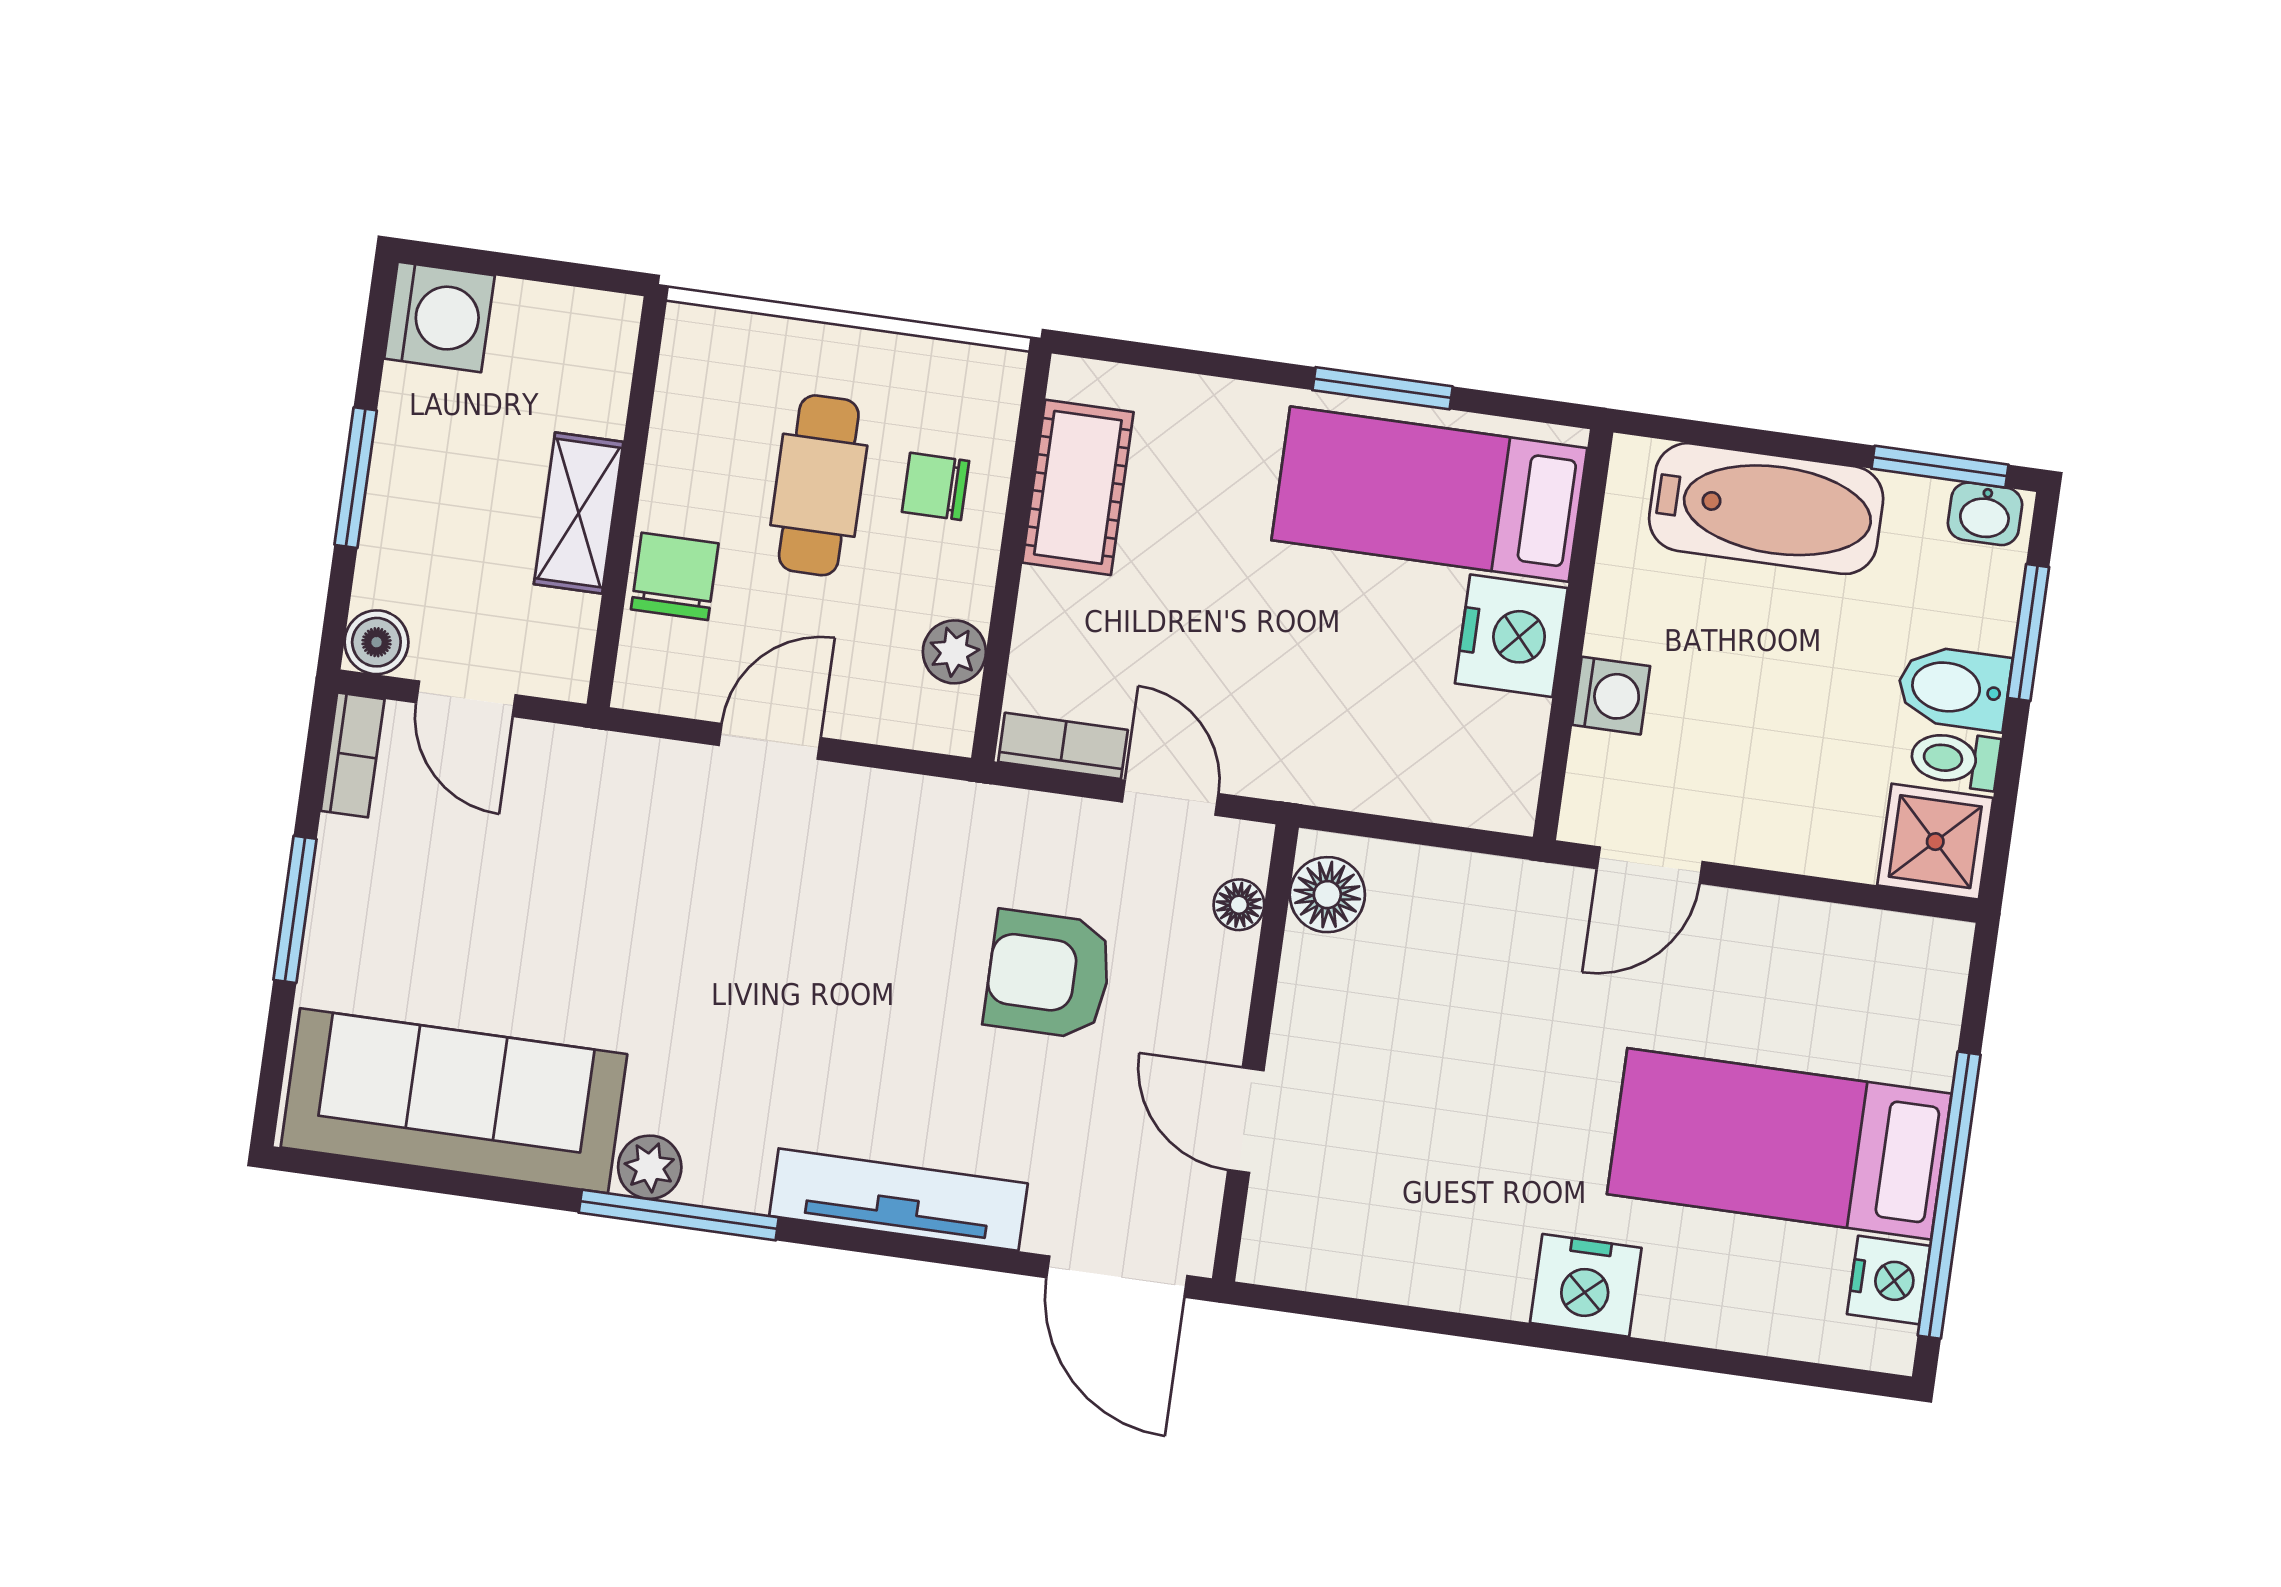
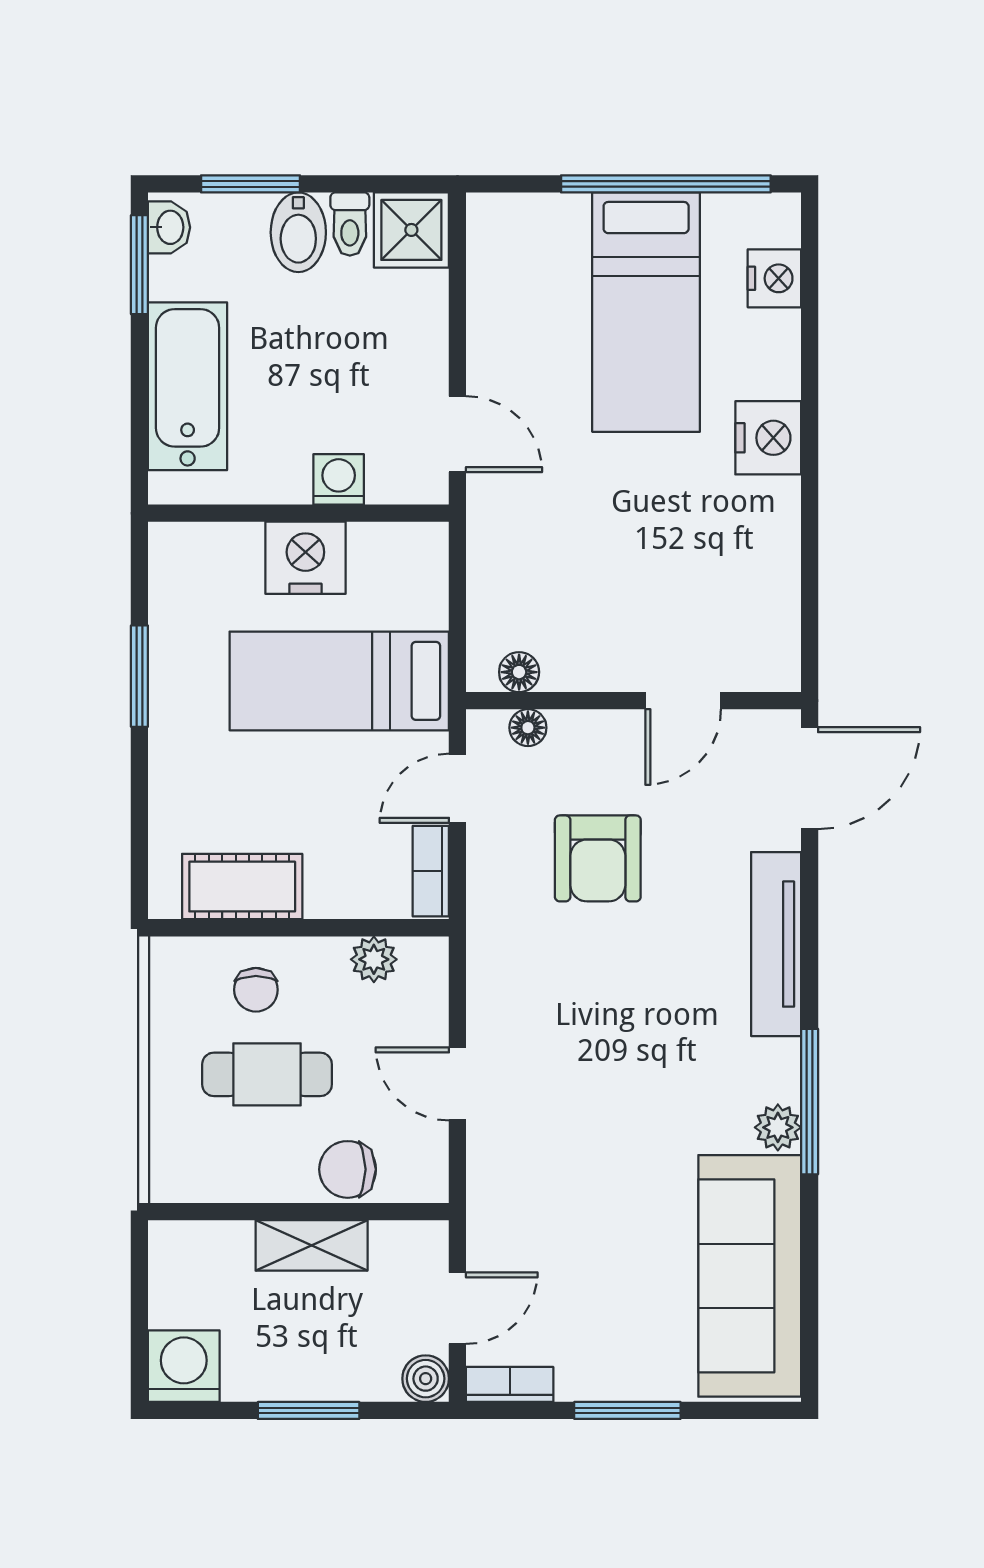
bed: (1429, 494) -> (339, 681), moved, turned 90
floor lamp: (1327, 895) -> (519, 672), width x0.73, depth x0.73
nightstand: (1889, 1280) -> (774, 278), moved, turned 90

